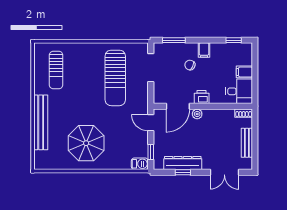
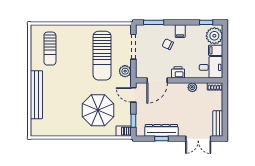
plant: (243, 55) -> (214, 36), added
plant: (141, 96) -> (125, 71), added
plant: (197, 114) -> (192, 87), moved
parasol: (86, 143) -> (98, 110), moved
bench: (247, 143) -> (218, 124), moved

